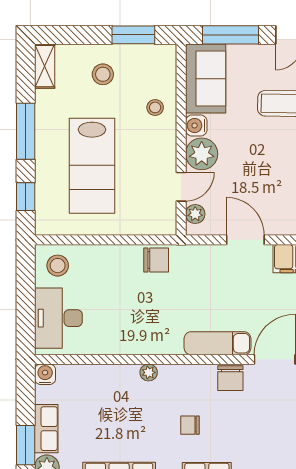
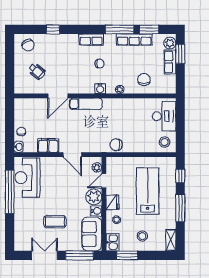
kitchen sink: (164, 62) -> (112, 242), added
fridge: (163, 143) -> (112, 202), added
water cooler: (45, 374) -> (100, 89), moved
chair: (230, 378) -> (144, 79), moved

